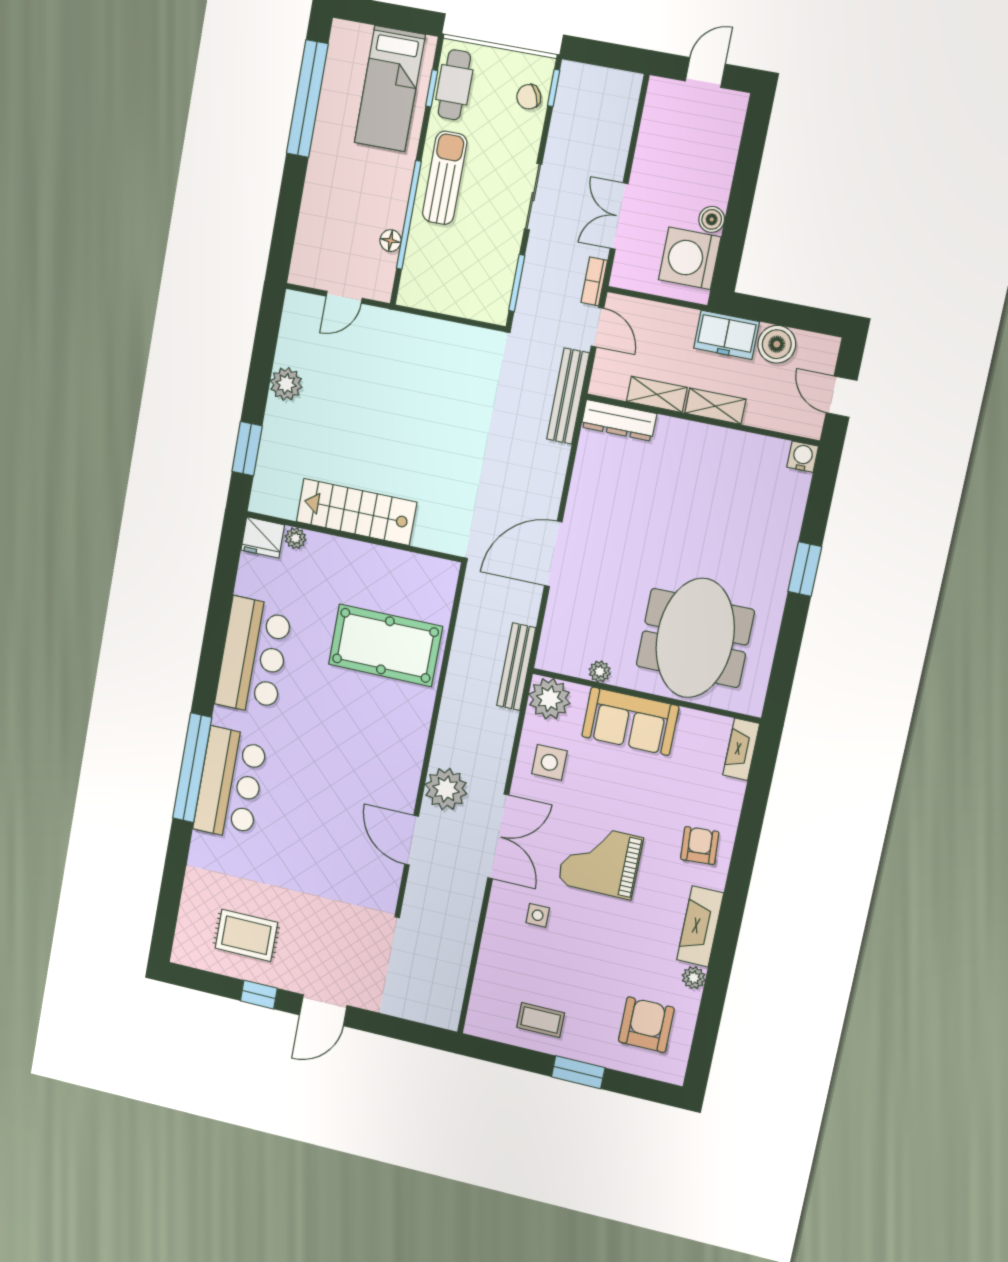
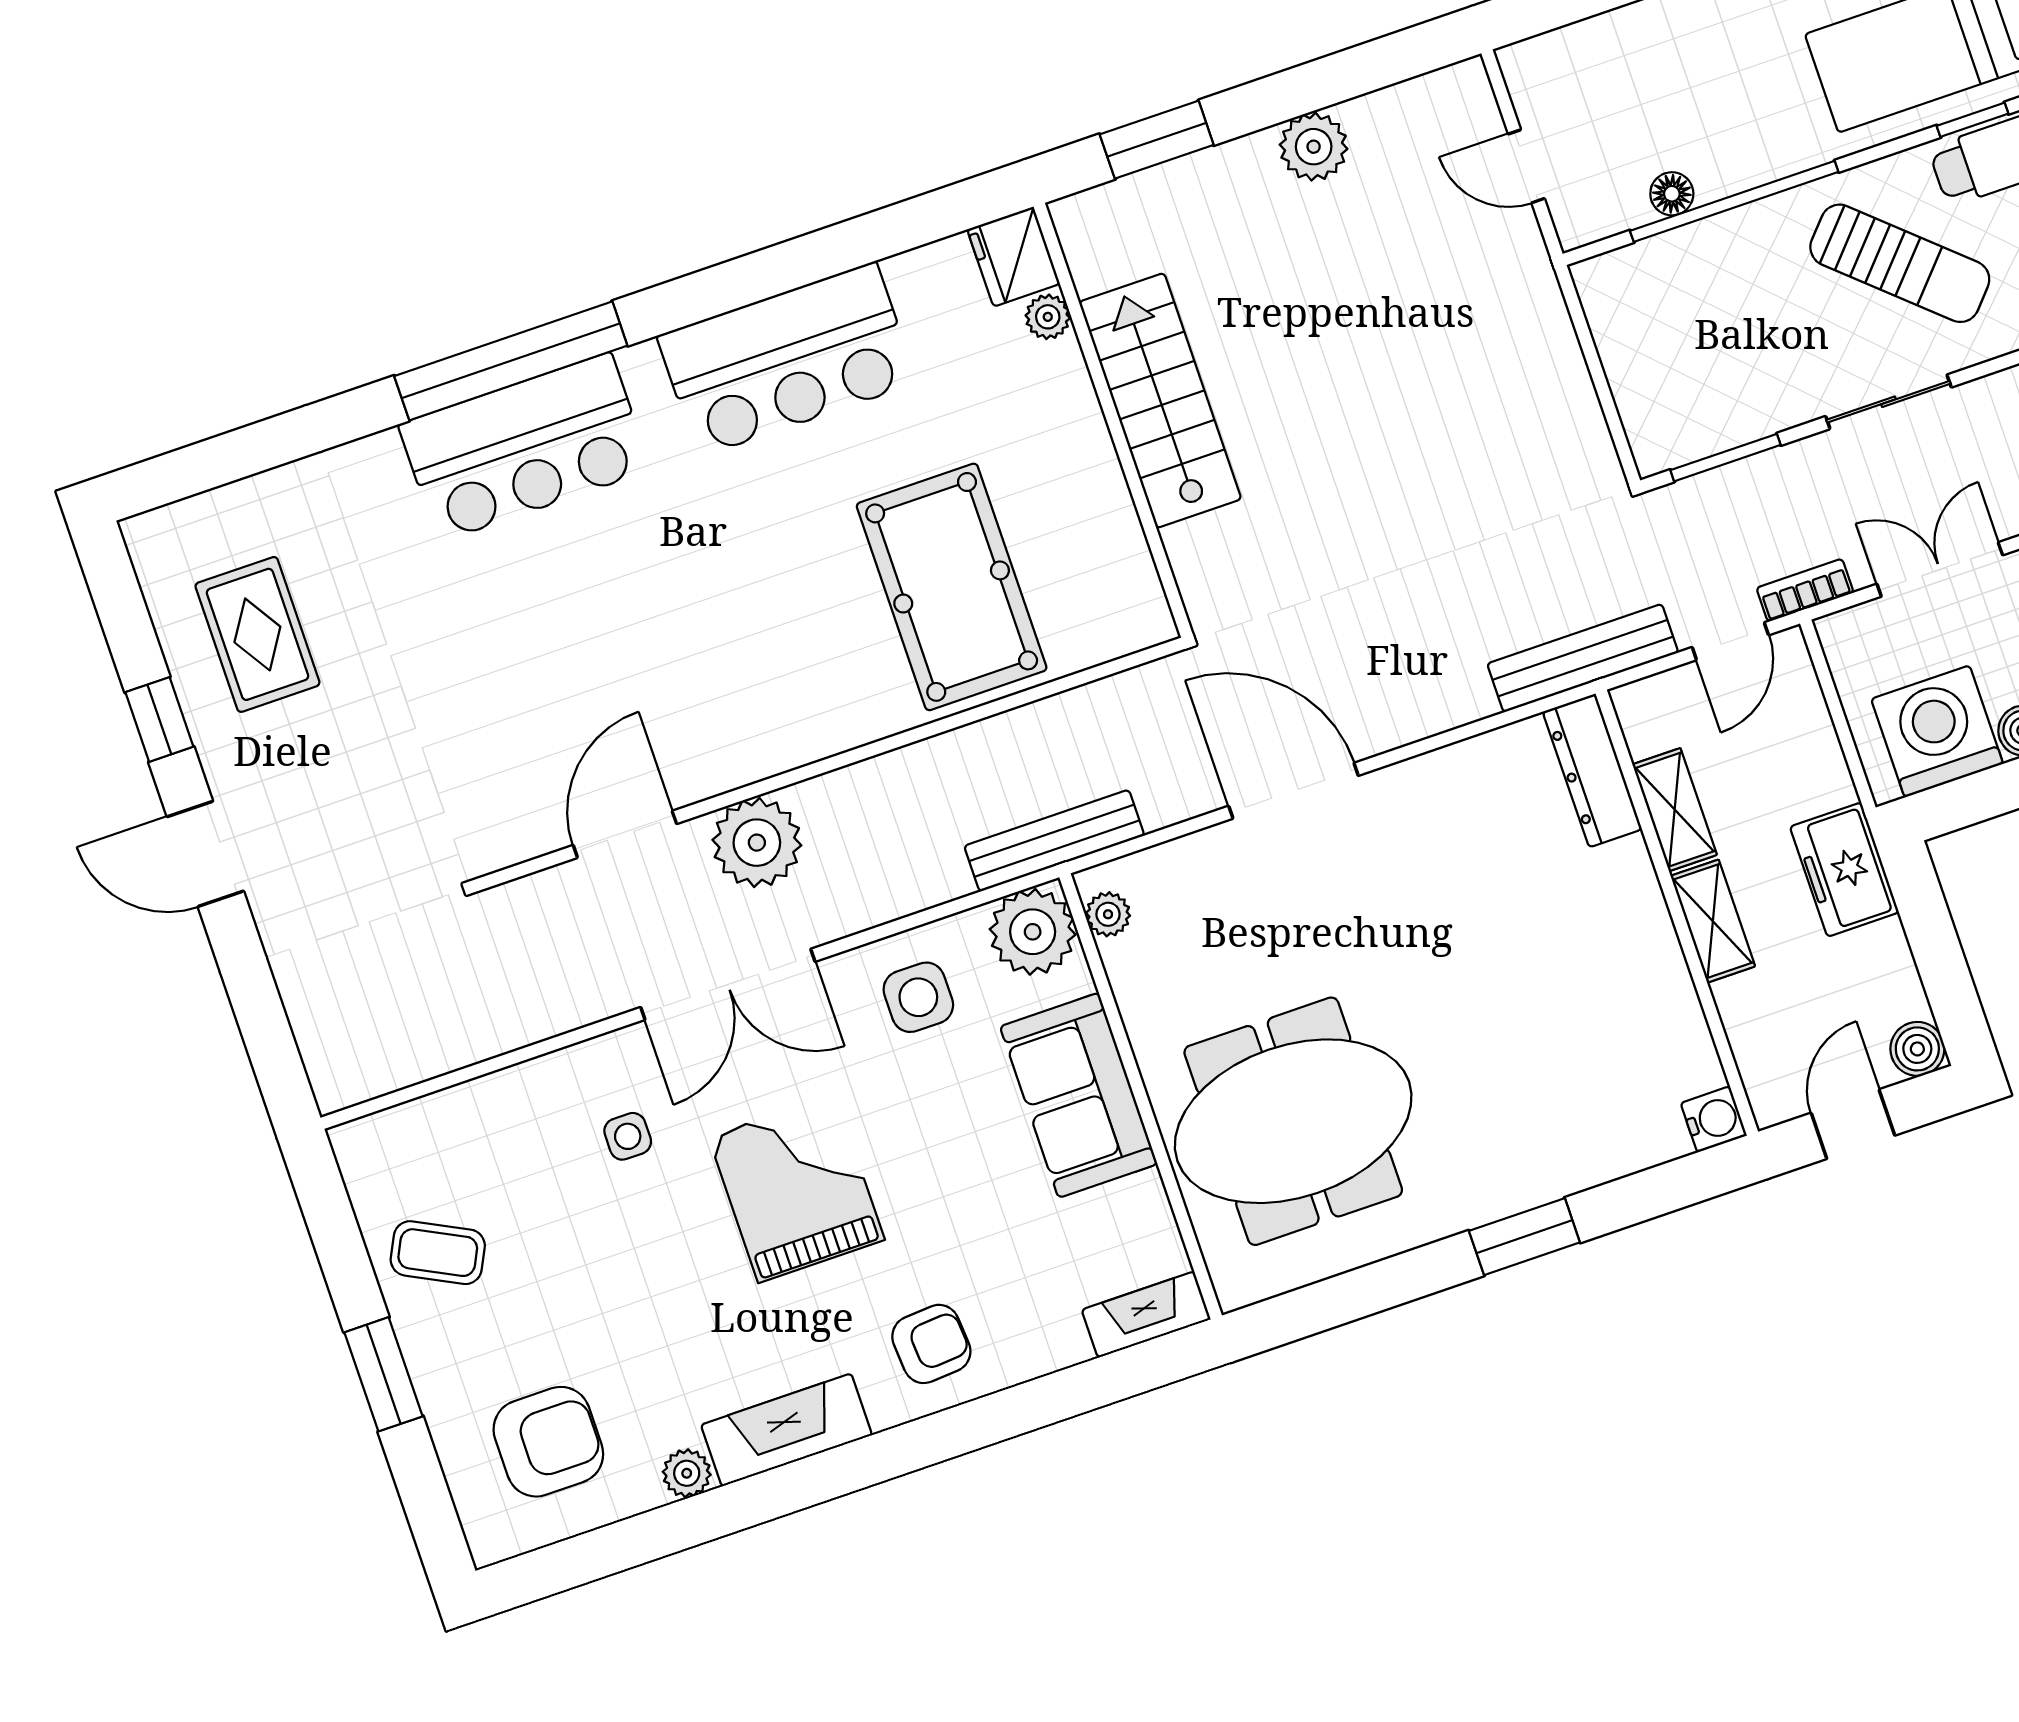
sun lounger: (445, 178) -> (1900, 263), moved, turned 42
boiler: (777, 344) -> (1917, 1049), moved, width x0.73, depth x0.73
plant: (600, 671) -> (1108, 914), moved
coffee table: (541, 1020) -> (438, 1253), turned -63

